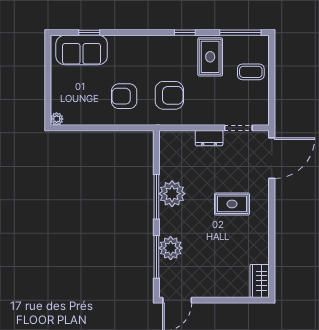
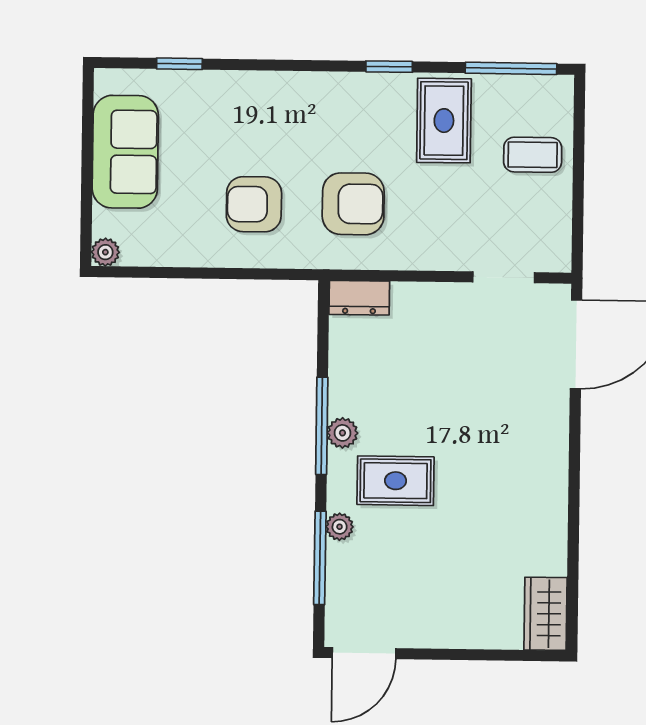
sofa: (82, 50) -> (125, 152), moved, turned -90
dresser: (209, 138) -> (359, 298), moved
plant: (172, 194) -> (342, 433), width x0.53, depth x0.53
rug: (232, 204) -> (396, 481), moved
plant: (171, 248) -> (340, 527), width x0.53, depth x0.53

